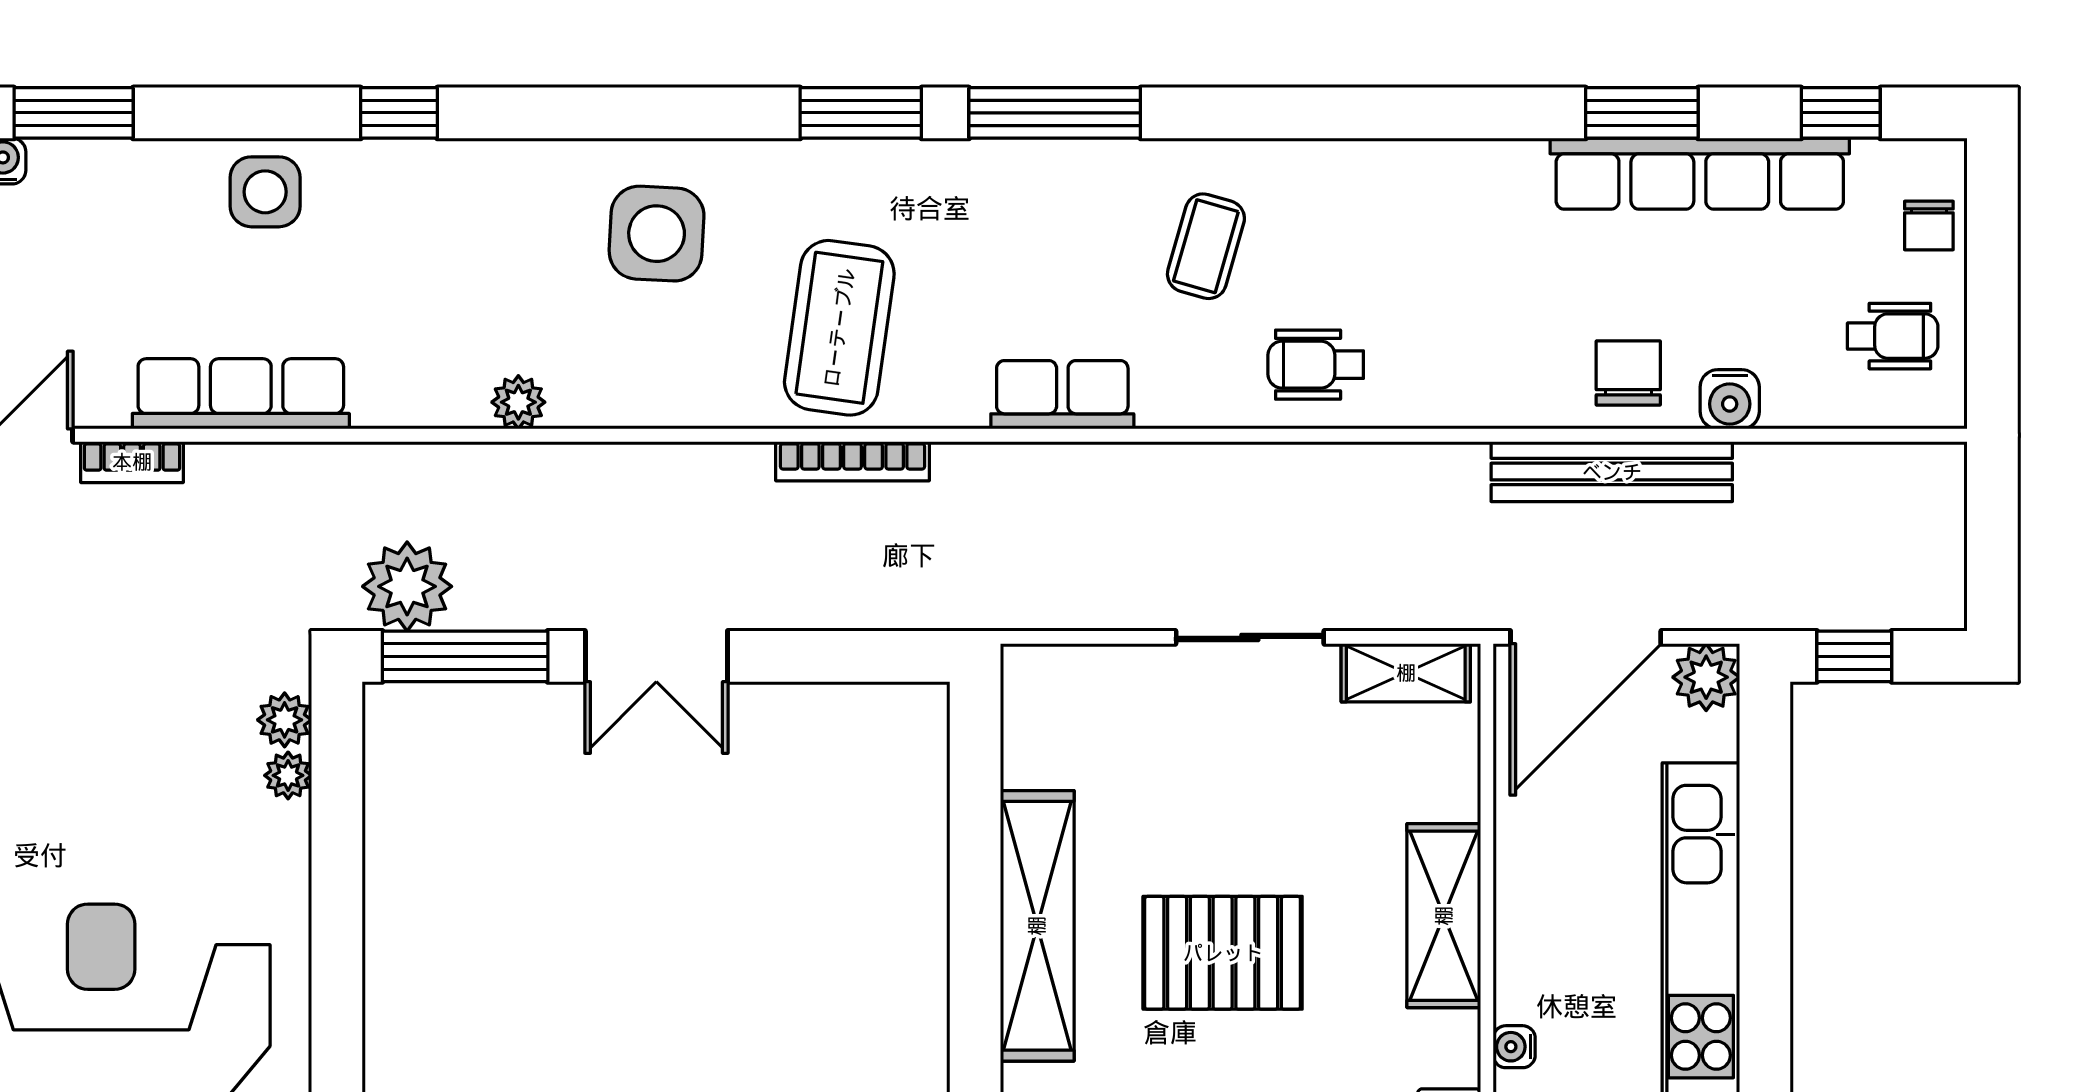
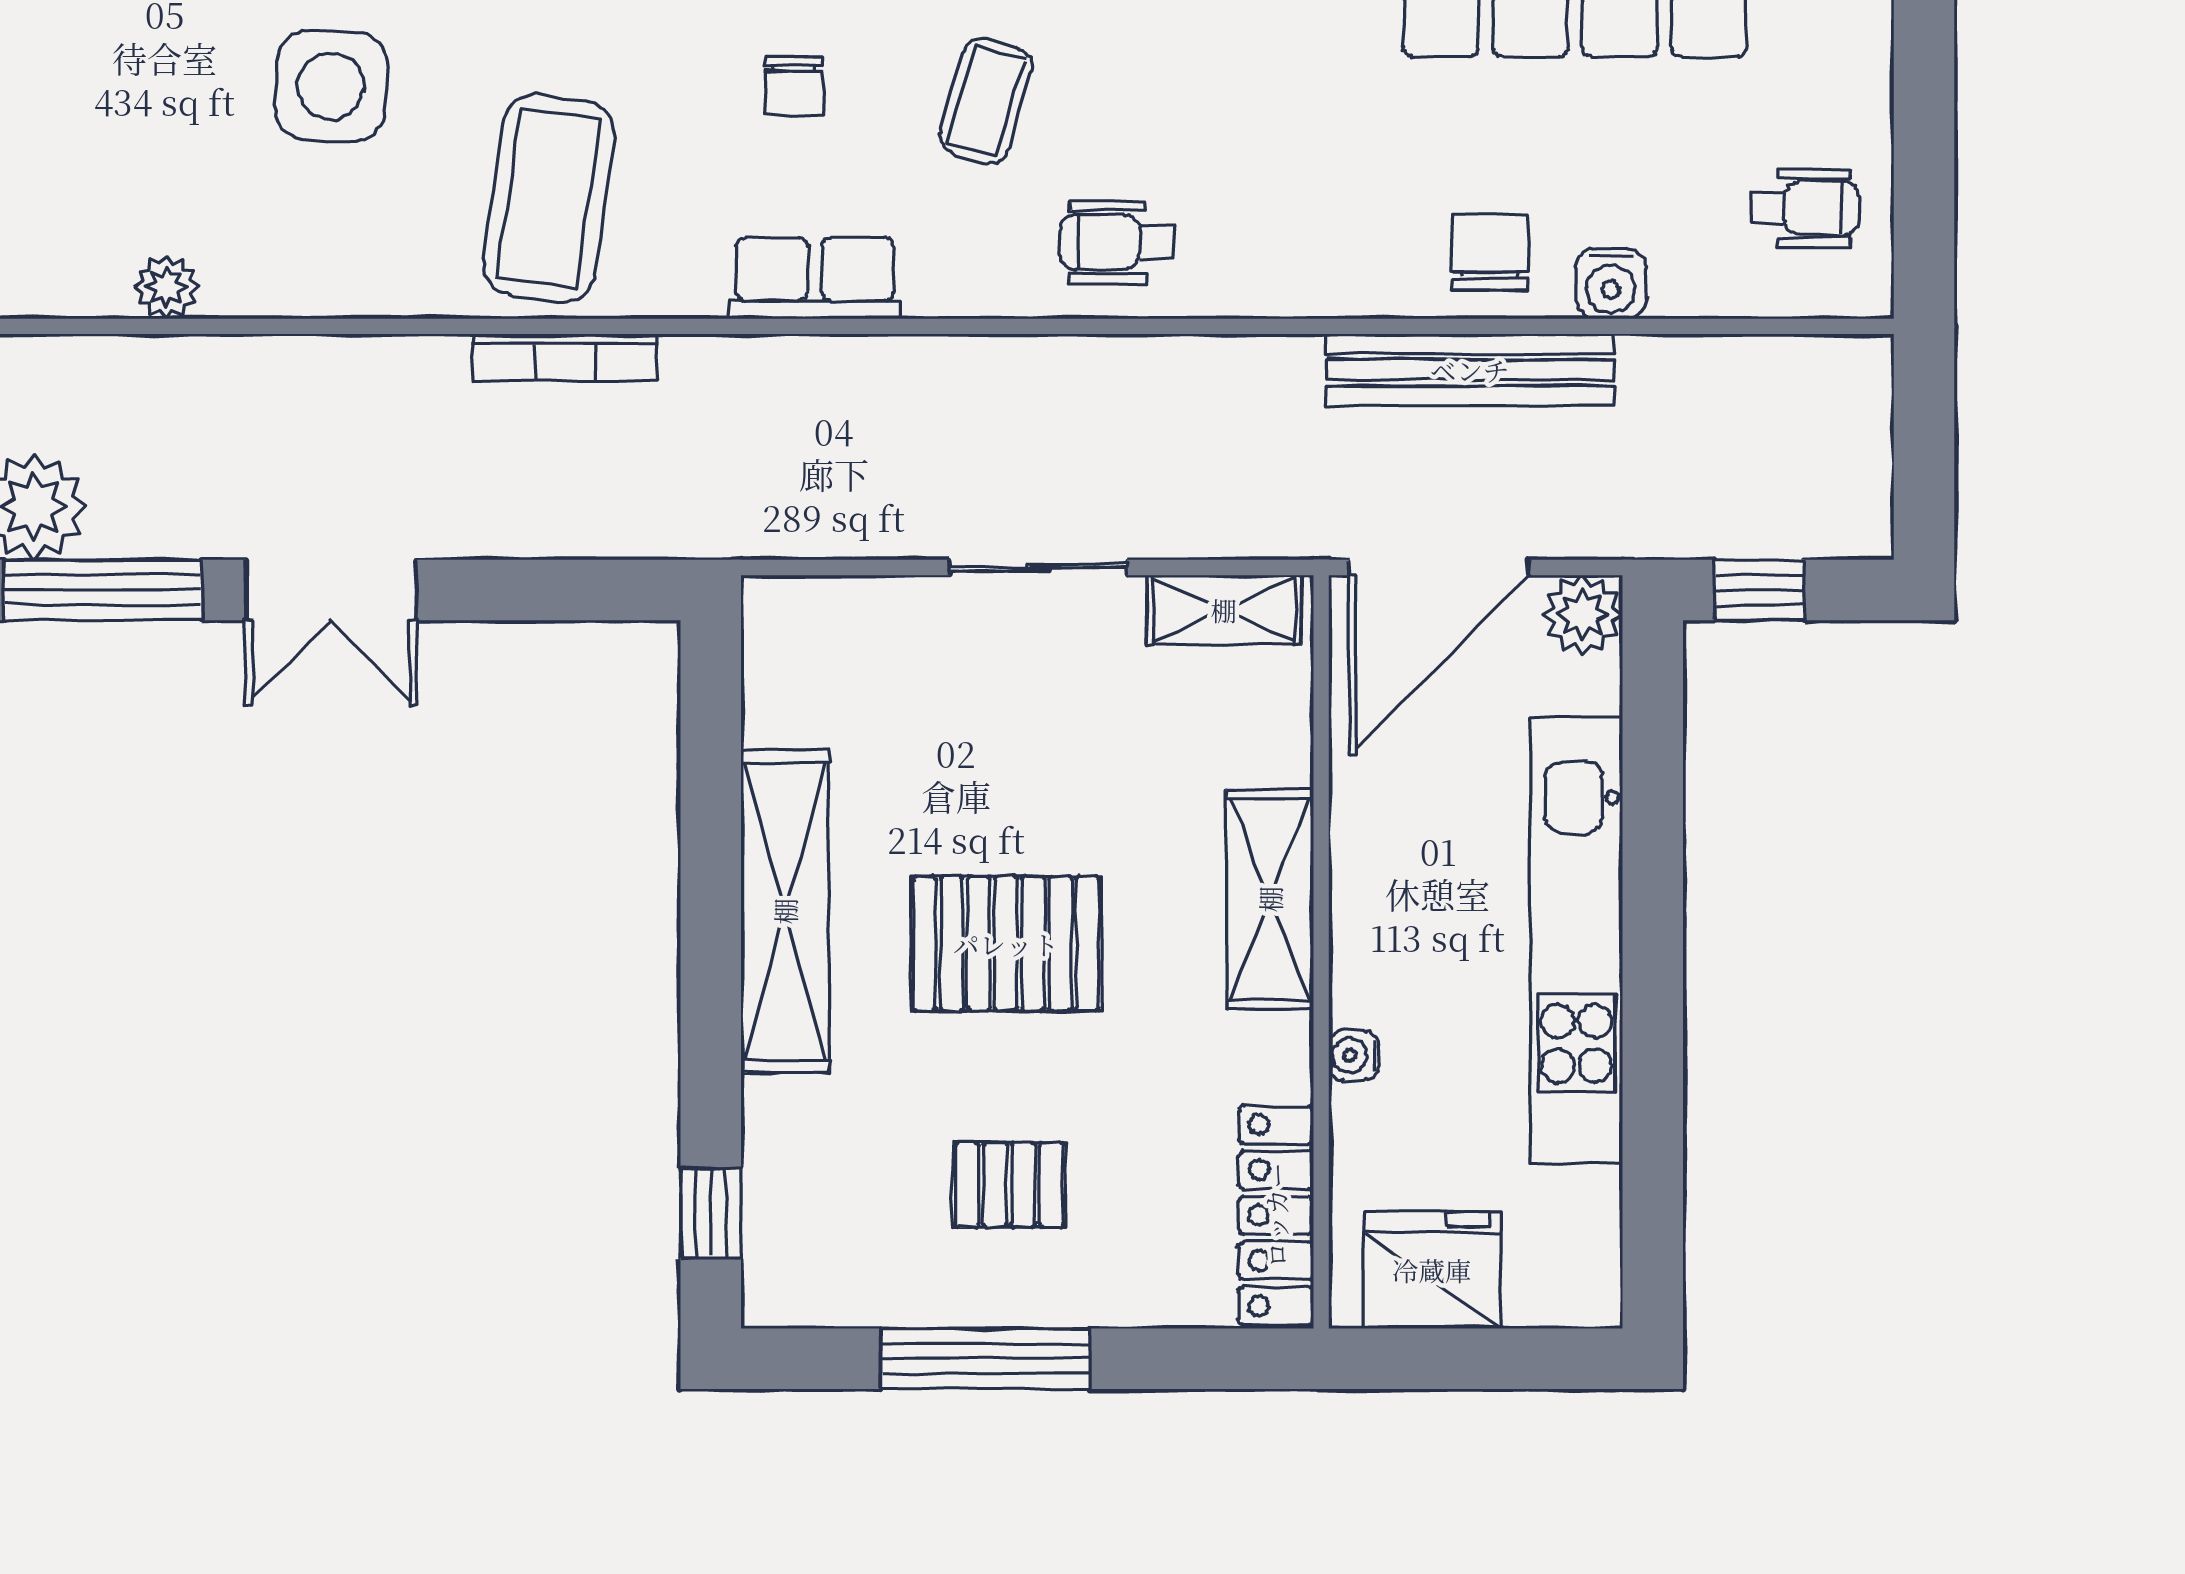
chair: (1929, 225) -> (794, 86), moved

